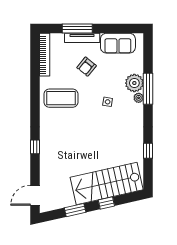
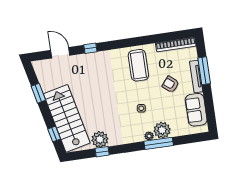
plant: (134, 151) -> (100, 139), added
door: (35, 195) -> (60, 53), moved
window: (106, 203) -> (54, 134), moved

